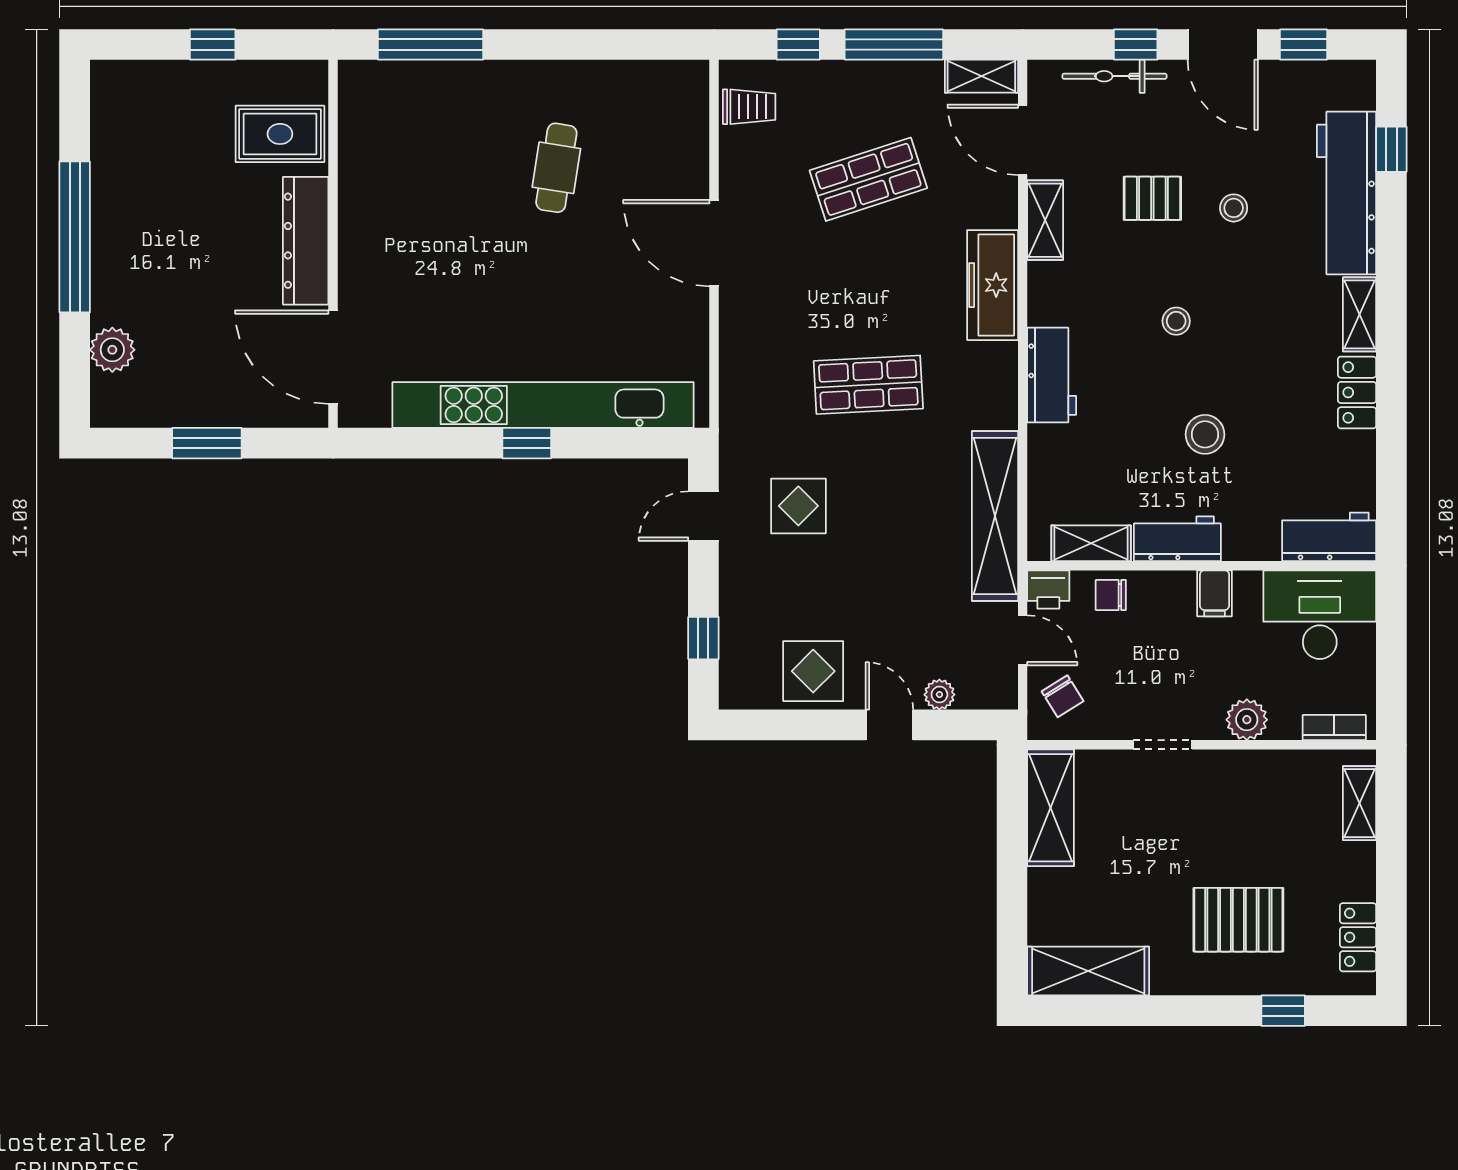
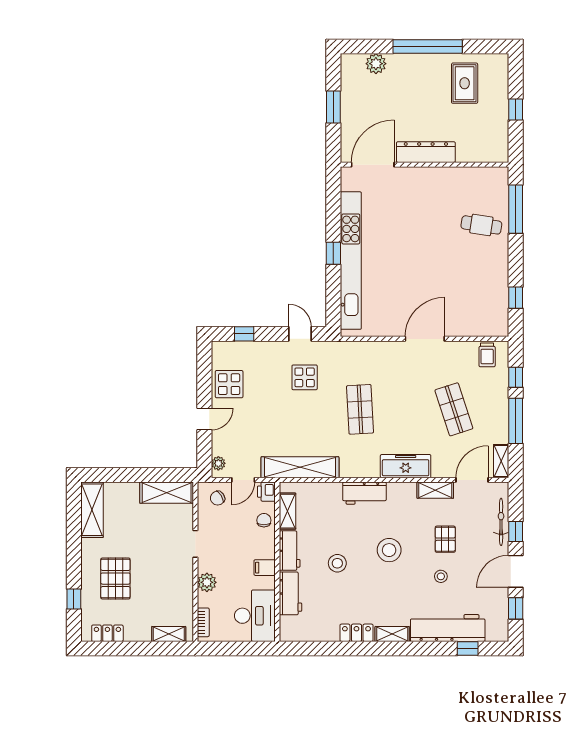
window: (624, 45) -> (516, 298), added
rug: (280, 134) -> (465, 83), moved
cafe table: (556, 168) -> (481, 225), moved
stool: (1176, 321) -> (389, 550), width x1.89, depth x1.89
workbench: (1329, 537) -> (290, 593), moved
plant: (939, 695) -> (218, 463), moved

